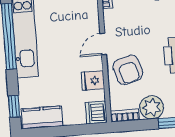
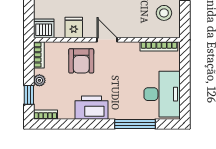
armchair: (128, 70) -> (81, 61), turned -73
plant: (152, 107) -> (39, 80), width x0.53, depth x0.53

